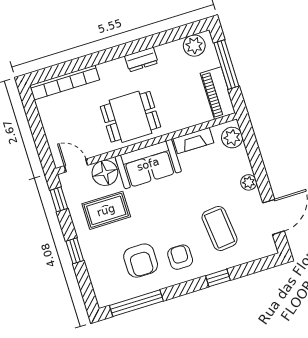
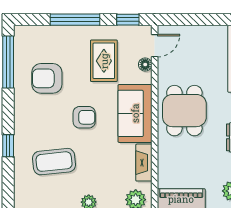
floor lamp: (105, 173) -> (145, 65), width x0.53, depth x0.53
window: (75, 251) -> (75, 20), width x2.17
armchair: (180, 257) -> (84, 117), moved

